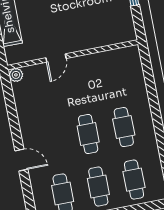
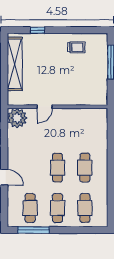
plant: (16, 75) -> (17, 118), width x1.88, depth x1.88

